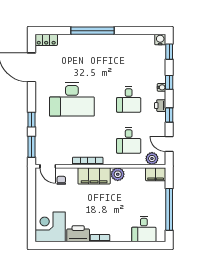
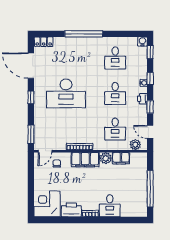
desk: (129, 59) -> (115, 58), added
window: (31, 120) -> (31, 97), moved
door: (48, 166) -> (45, 151), hinge flipped
filing cabinet: (156, 174) -> (121, 158), moved
desk: (144, 229) -> (110, 206), moved

